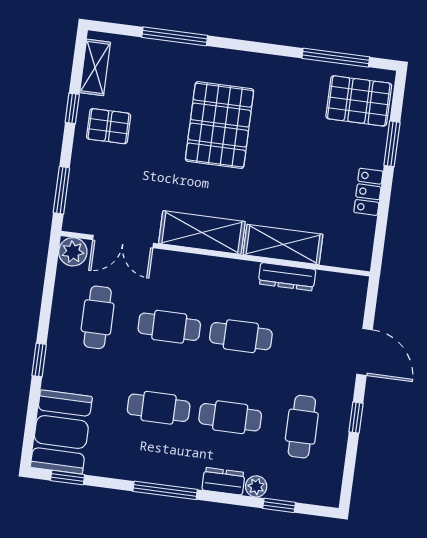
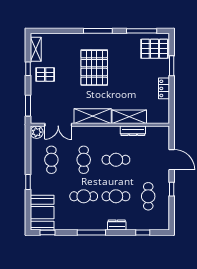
window: (175, 36) -> (98, 31), moved
cafe table: (169, 327) -> (84, 160), turned 90
plant: (256, 486) -> (131, 225), removed

